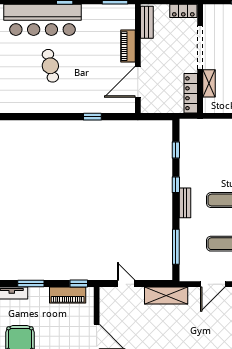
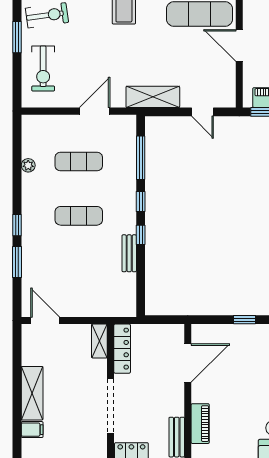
piano: (128, 46) -> (200, 424), moved
shelving: (209, 83) -> (99, 341), moved
window: (176, 150) -> (141, 202), moved
bench: (185, 203) -> (129, 253), moved

